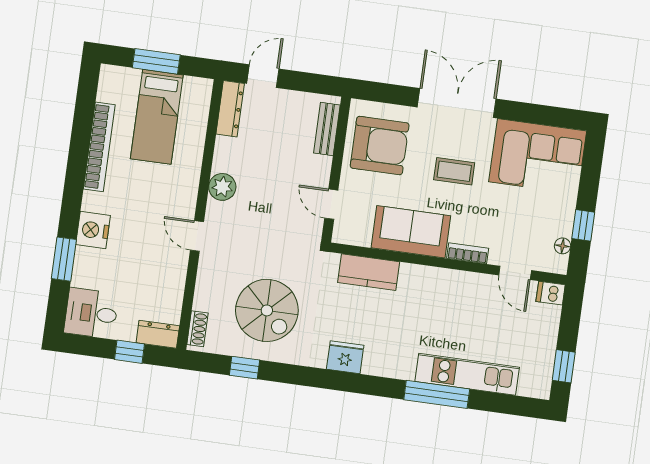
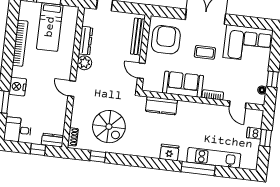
dresser: (230, 109) -> (86, 41), moved
bench: (327, 129) -> (138, 37), width x1.36
armchair: (380, 146) -> (166, 40), turned -90
dishwasher: (551, 293) -> (254, 133), moved
fridge: (345, 357) -> (169, 152), moved
window: (564, 366) -> (266, 138), moved

